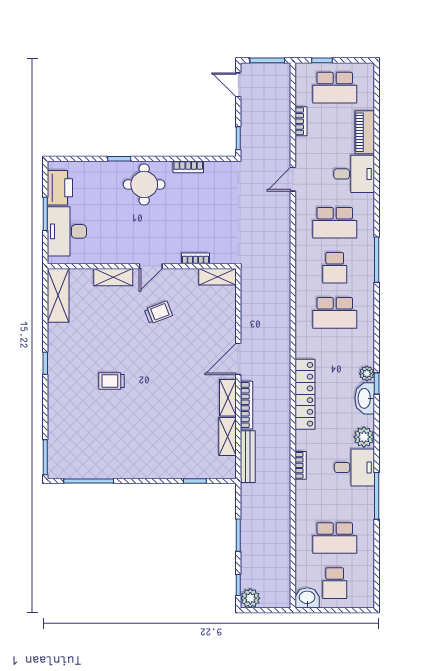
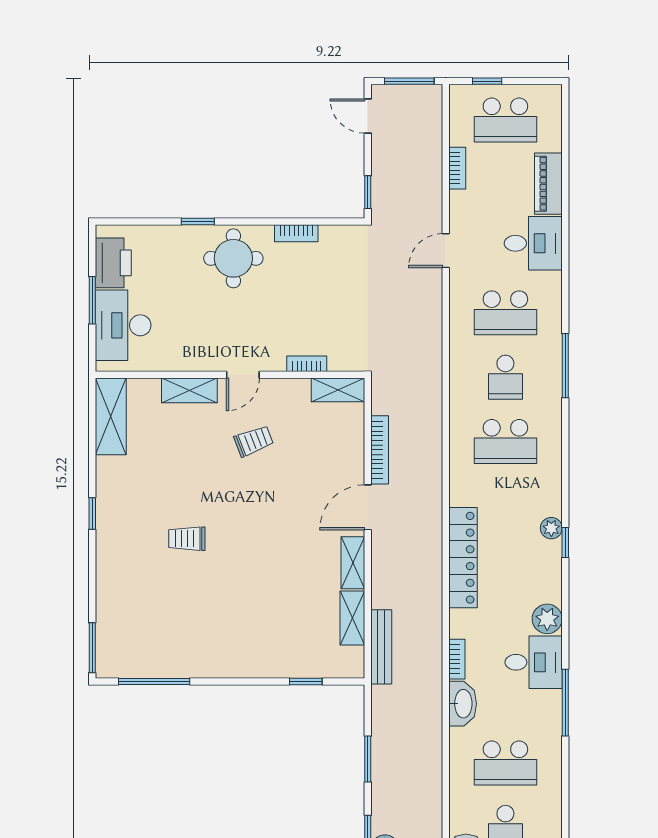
washbasin: (365, 398) -> (463, 704), moved, turned 180
bookcase: (247, 405) -> (380, 450), moved

